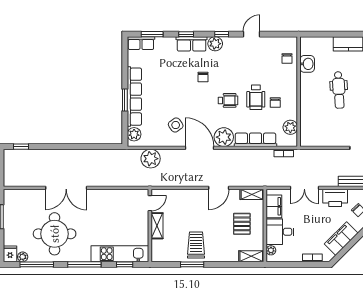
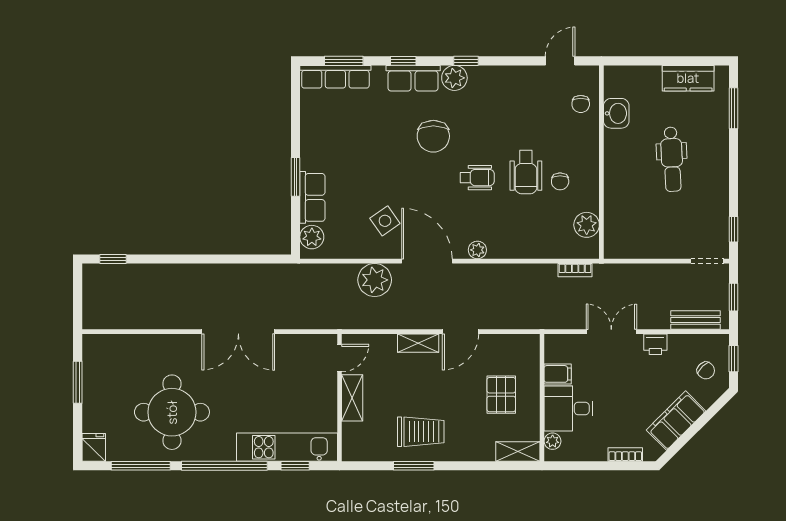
door: (252, 34) -> (560, 61), moved
row of seats: (141, 43) -> (335, 77), width x1.48
chair: (203, 77) -> (433, 136), width x1.87, depth x1.87
row of seats: (134, 97) -> (312, 197), width x0.50
plant: (224, 137) -> (477, 250), width x0.53, depth x0.53
row of seats: (255, 140) -> (525, 247), removed
plant: (151, 159) -> (375, 280), moved
double door: (66, 188) -> (238, 332), moved
double door: (304, 188) -> (611, 332), swing flipped
shelving: (252, 194) -> (418, 343), moved
printer: (335, 198) -> (655, 344), width x0.53, depth x0.68
filing cabinet: (274, 206) -> (558, 374), width x0.50
trolley: (196, 245) -> (421, 432), turned 90
plant: (23, 257) -> (116, 453), removed
window: (84, 264) -> (224, 466), width x1.46

